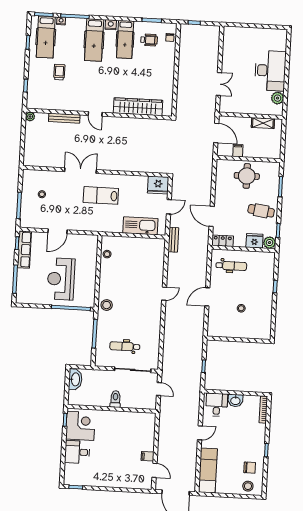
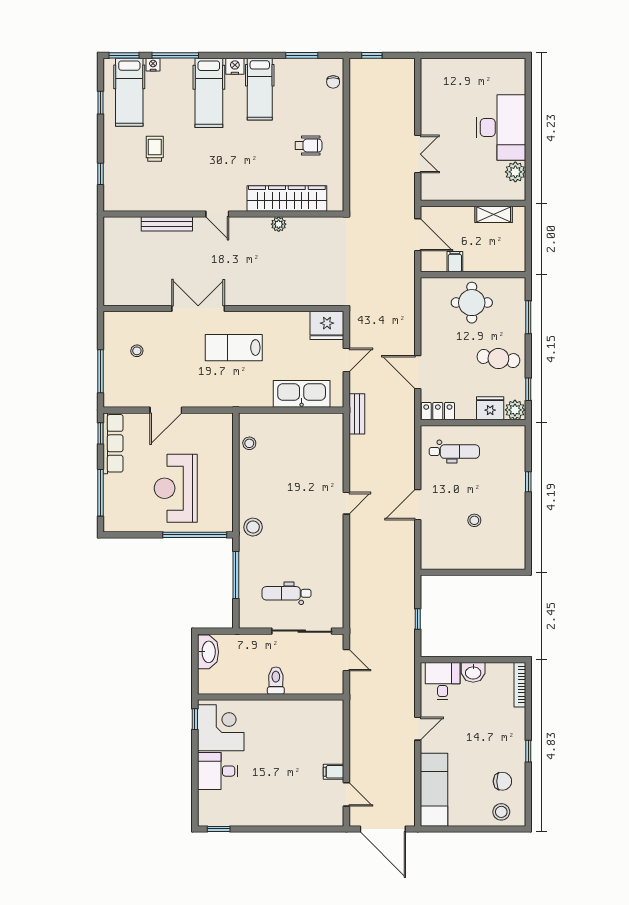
wheelchair: (149, 40) -> (309, 145), moved
plant: (30, 117) -> (279, 224), moved

